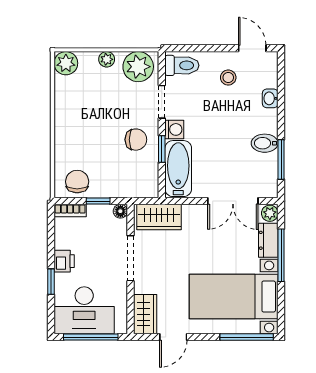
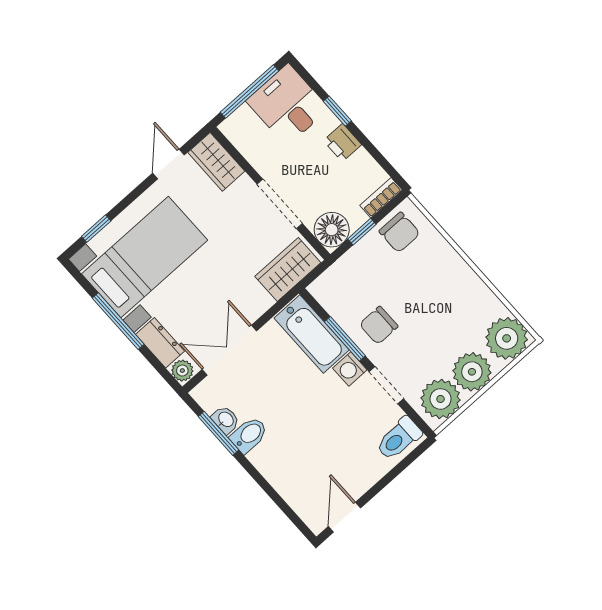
door: (252, 48) -> (345, 517), swing flipped
plant: (107, 59) -> (472, 372), width x1.87, depth x1.87
plant: (66, 63) -> (507, 338), width x1.36, depth x1.36
stool: (228, 78) -> (342, 467), removed
washbasin: (270, 98) -> (226, 420), moved
window: (162, 149) -> (345, 339), width x1.50
floor lamp: (120, 211) -> (332, 230), width x1.89, depth x1.89
window: (281, 255) -> (118, 321), moved
desk: (84, 310) -> (288, 105), width x0.73
window: (247, 337) -> (96, 229), width x0.46

